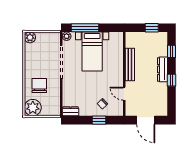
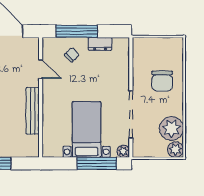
plant: (33, 108) -> (171, 128), moved
dresser: (70, 111) -> (100, 44), moved
window: (99, 120) -> (77, 31), width x2.17

